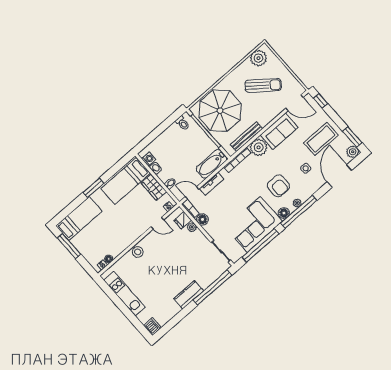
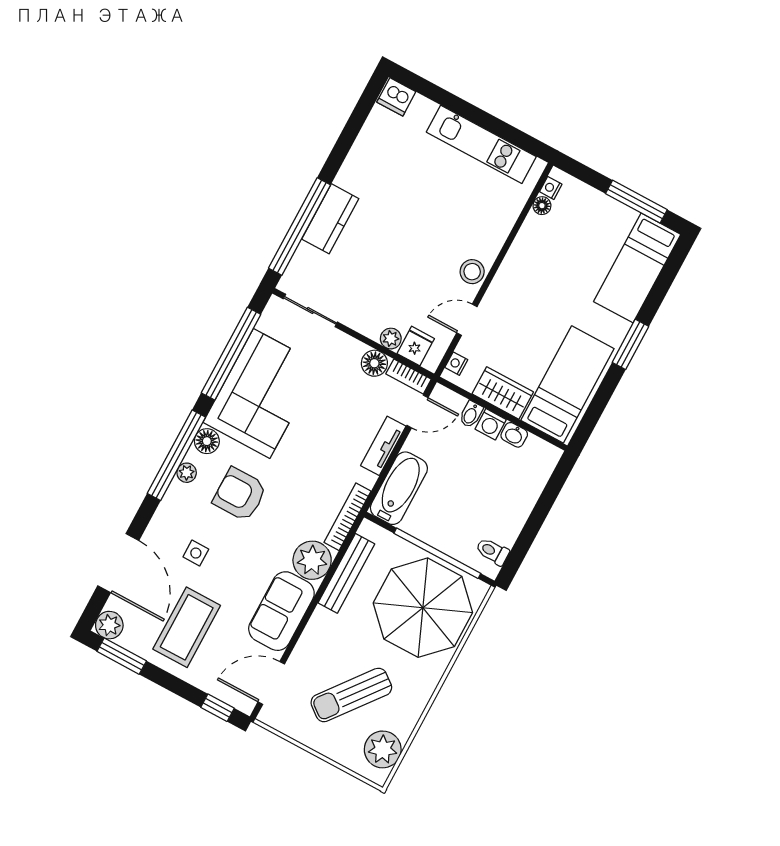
washing machine: (149, 159) -> (491, 424), moved
stool: (138, 252) -> (472, 272), moved
kitchen counter: (189, 295) -> (330, 219), moved

